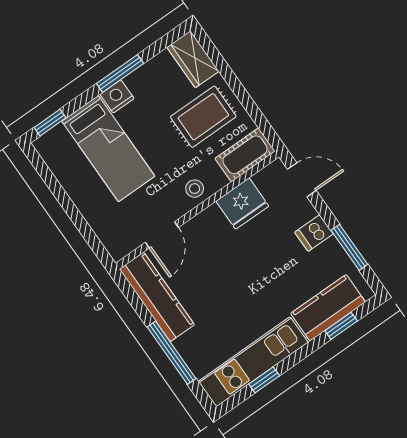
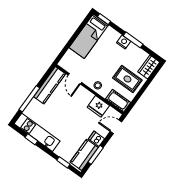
bed: (108, 149) -> (89, 36), moved
door: (302, 180) -> (116, 127), swing flipped
door: (162, 235) -> (75, 79), hinge flipped
kitchen counter: (328, 308) -> (84, 155), moved, turned -90

